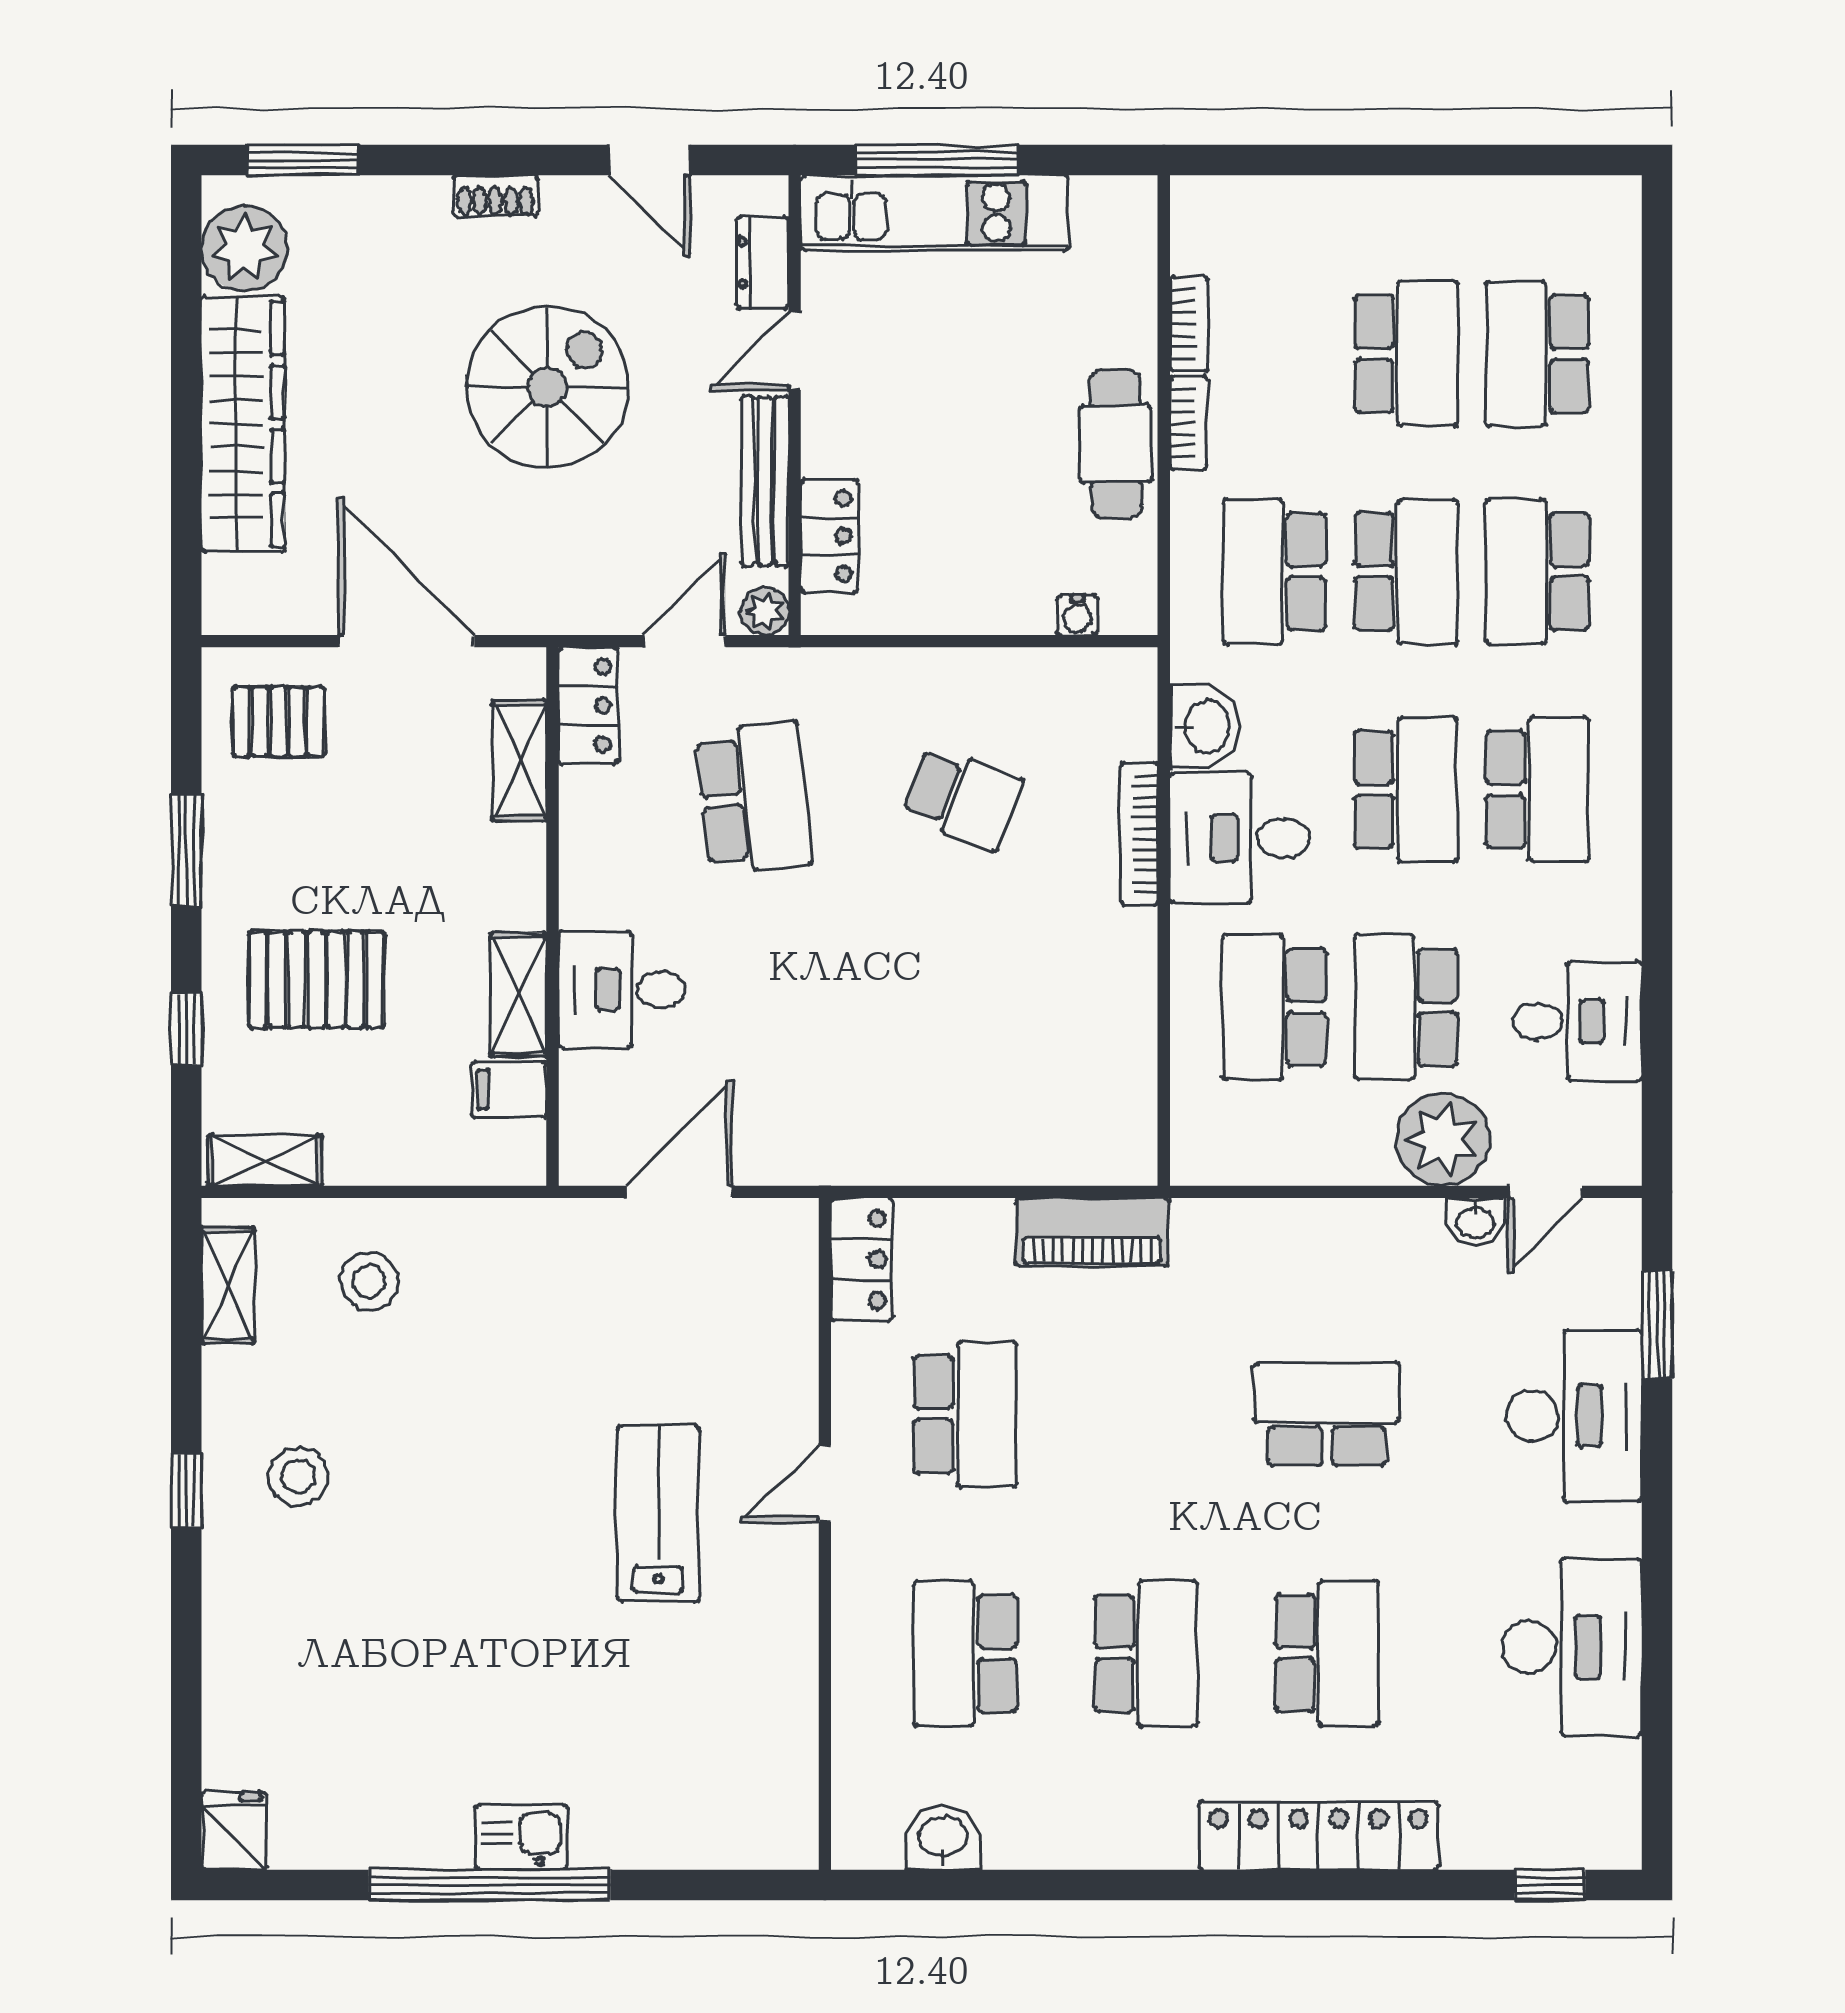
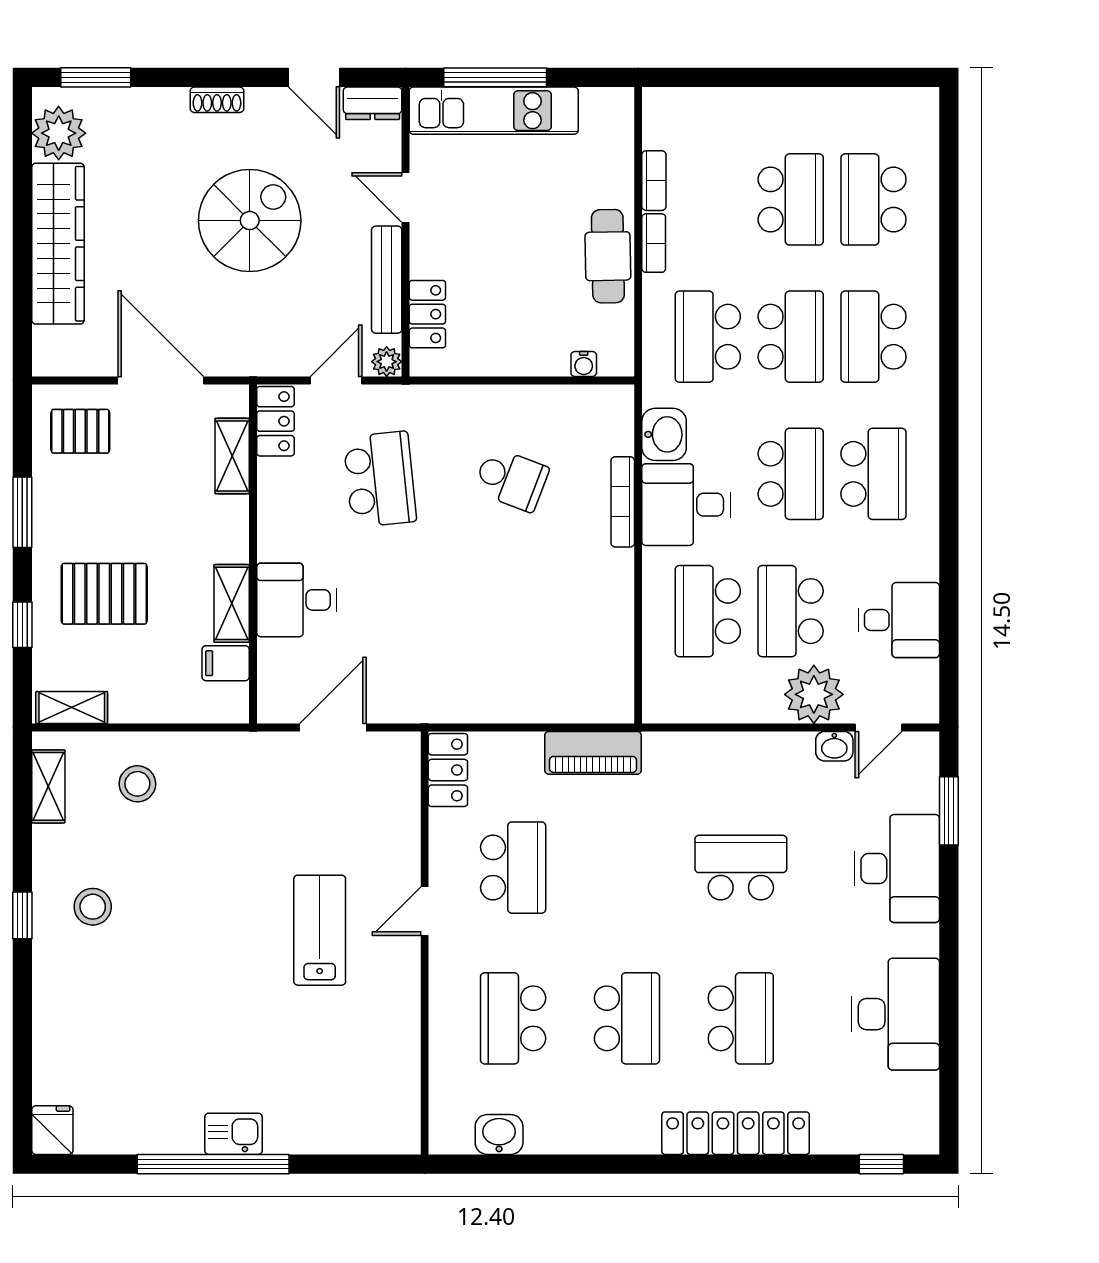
dresser: (763, 263) -> (373, 103), moved, turned -90
door: (795, 351) -> (406, 197), hinge flipped

